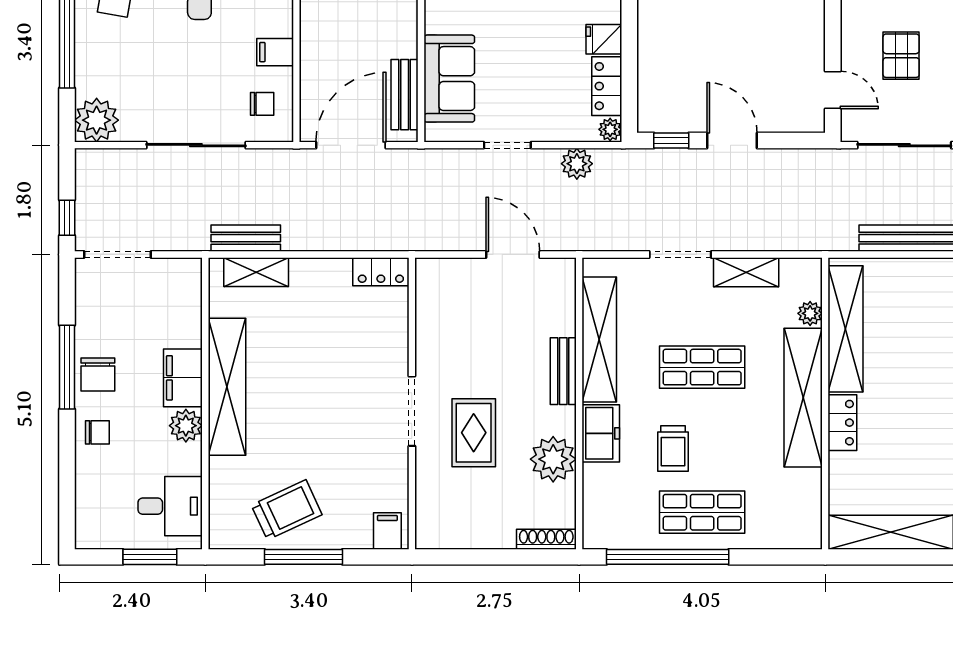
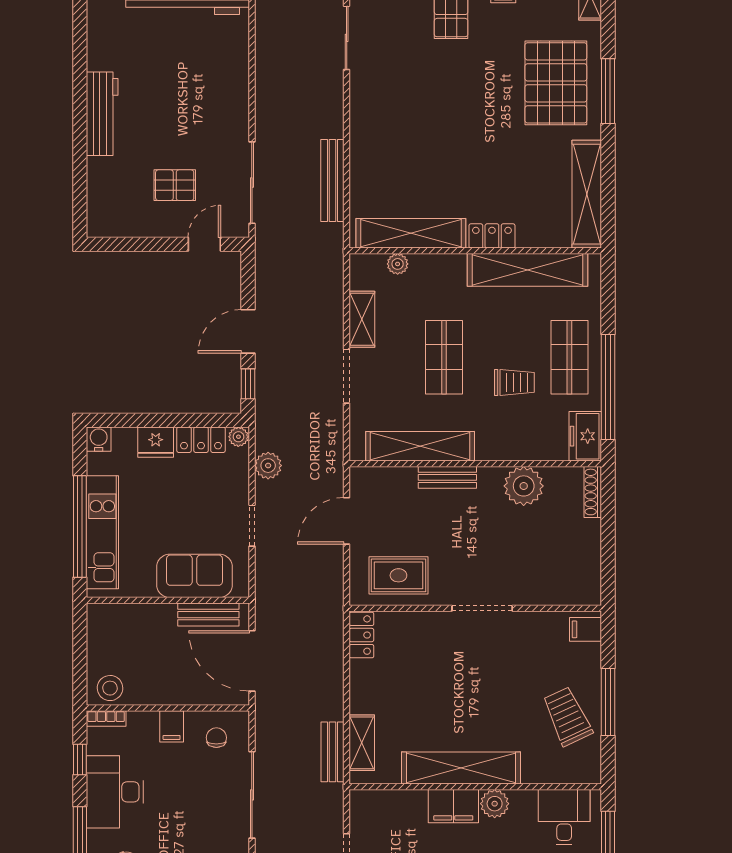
fridge: (604, 39) -> (156, 442), width x1.38
shelving: (803, 398) -> (528, 270), moved
rug: (474, 433) -> (398, 575), moved
freezer: (601, 433) -> (585, 436), moved, turned -90

